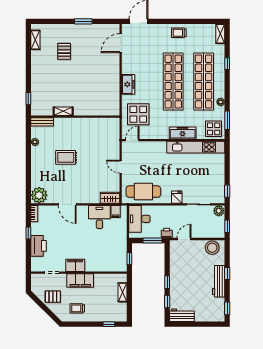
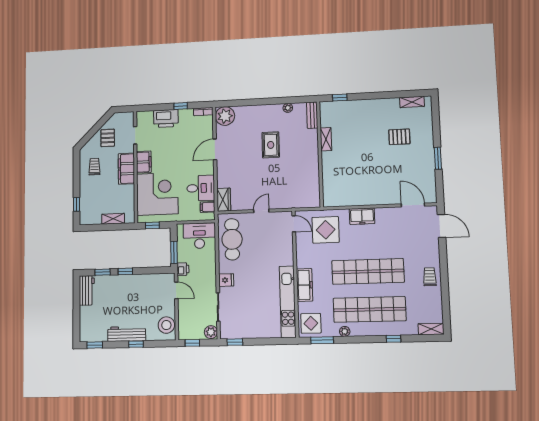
corner desk: (103, 254) -> (157, 194), added

